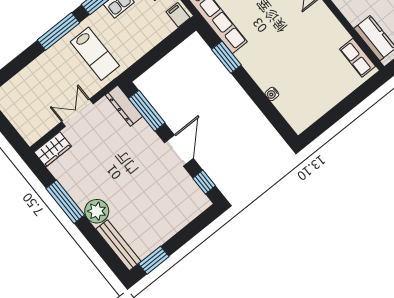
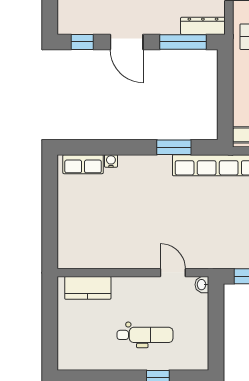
row of seats: (358, 58) -> (83, 164), moved, turned 180

